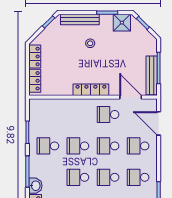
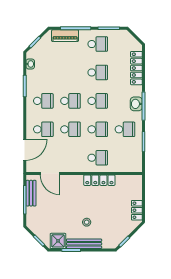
bench: (80, 19) -> (84, 244), moved
bench: (152, 75) -> (31, 193), width x0.73
locker: (35, 81) -> (137, 188), removed
locker: (91, 90) -> (99, 180), moved
school desk: (108, 114) -> (98, 158), moved
door: (159, 123) -> (25, 150), hinge flipped
washbasin: (35, 186) -> (136, 104), moved

